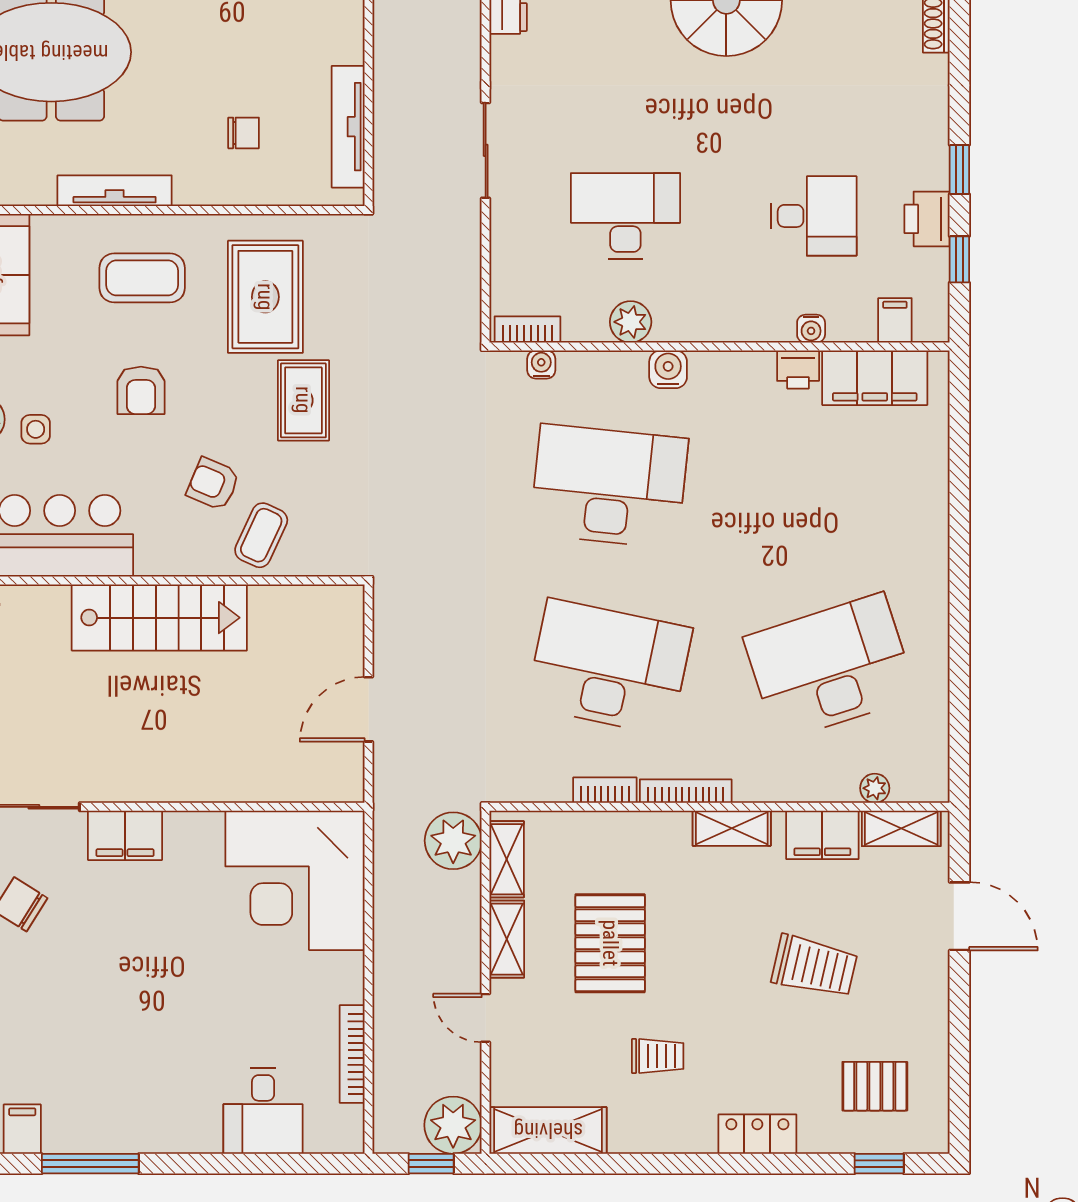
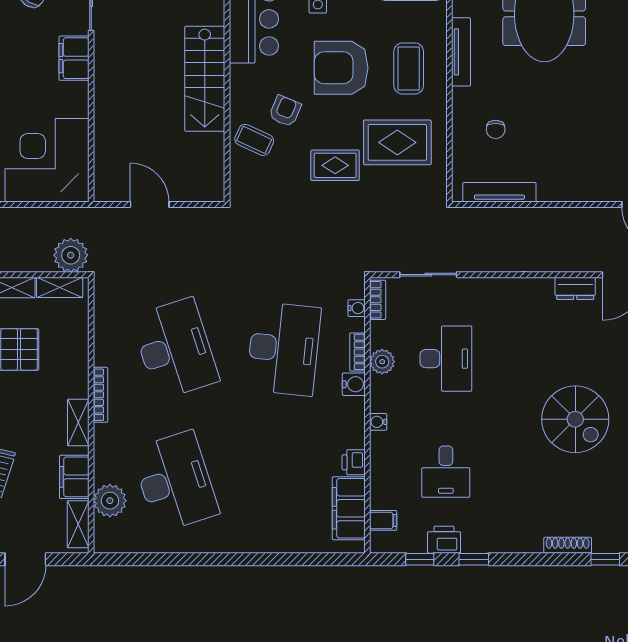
sliding door: (486, 150) -> (428, 275), moved
water cooler: (811, 329) -> (378, 422), moved
armchair: (141, 390) -> (341, 68), width x1.88, depth x1.88
desk: (609, 667) -> (175, 349), turned -30
plant: (875, 788) -> (110, 501), width x1.88, depth x1.88
bookcase: (605, 790) -> (357, 352), moved, turned 180

